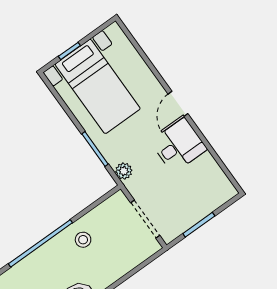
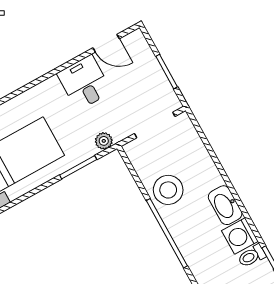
door: (178, 104) -> (106, 43), moved
stool: (83, 240) -> (168, 190), width x1.89, depth x1.89

